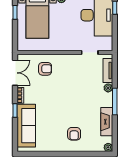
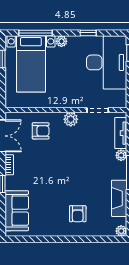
plant: (69, 60) -> (71, 119), added
sofa: (26, 126) -> (17, 211), width x0.73

